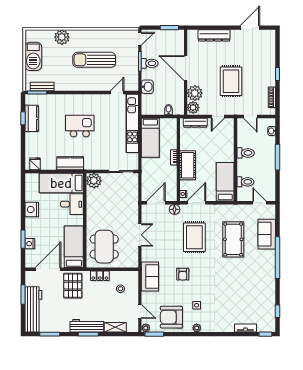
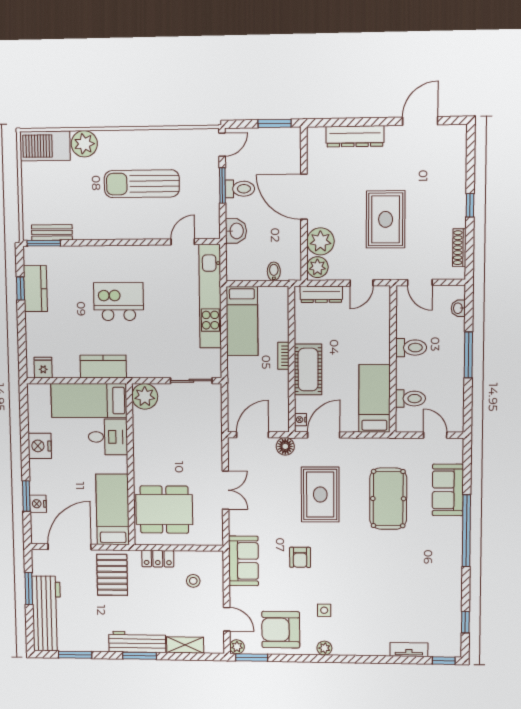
barbecue: (33, 56) -> (45, 146), moved, turned 90
dining table: (104, 247) -> (164, 510), turned 90

